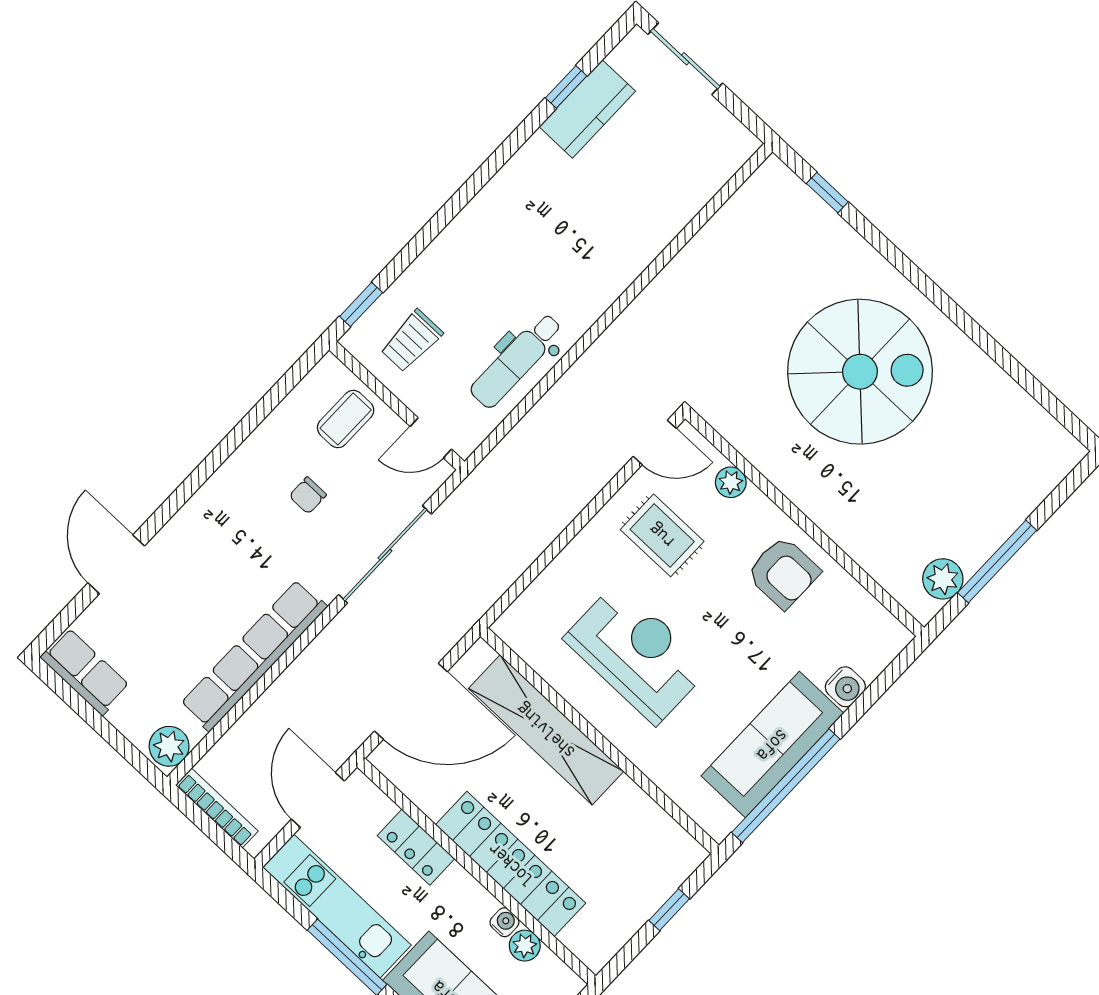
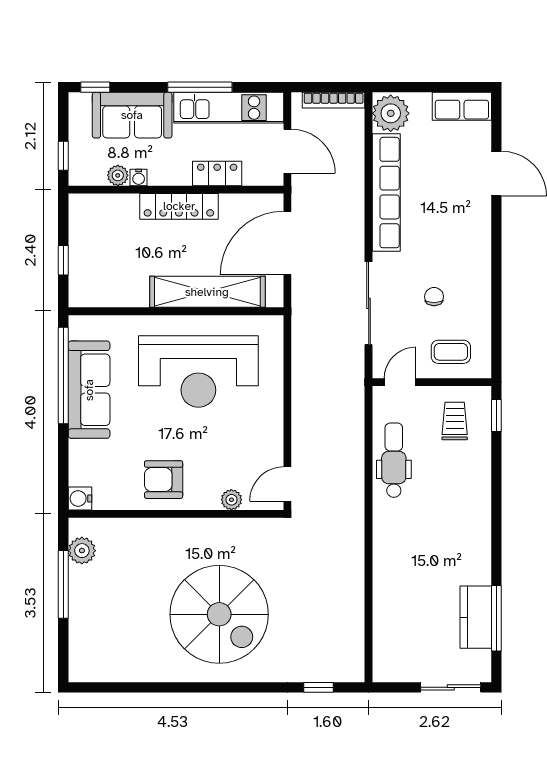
window: (566, 87) -> (496, 618), width x2.17
spiral stairs: (860, 372) -> (219, 614), turned -90
coffee table: (346, 419) -> (451, 352), turned 90
rug: (662, 535) -> (241, 442), removed
reception desk: (637, 653) -> (198, 371), width x1.36, depth x1.30
water cooler: (845, 687) -> (80, 499), moved
plant: (169, 746) -> (391, 113), width x1.36, depth x1.36
locker: (511, 864) -> (179, 206), width x0.71, depth x0.83

